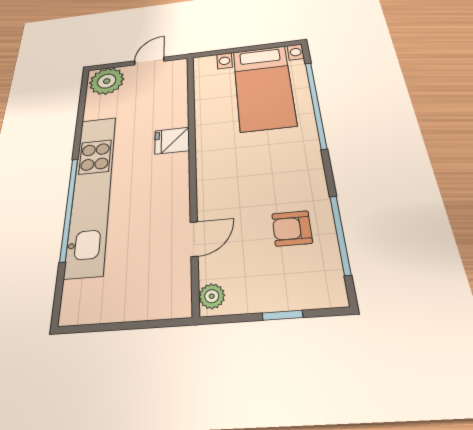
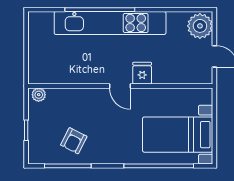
armchair: (292, 228) -> (74, 141), turned -153
door: (194, 239) -> (120, 86), moved

